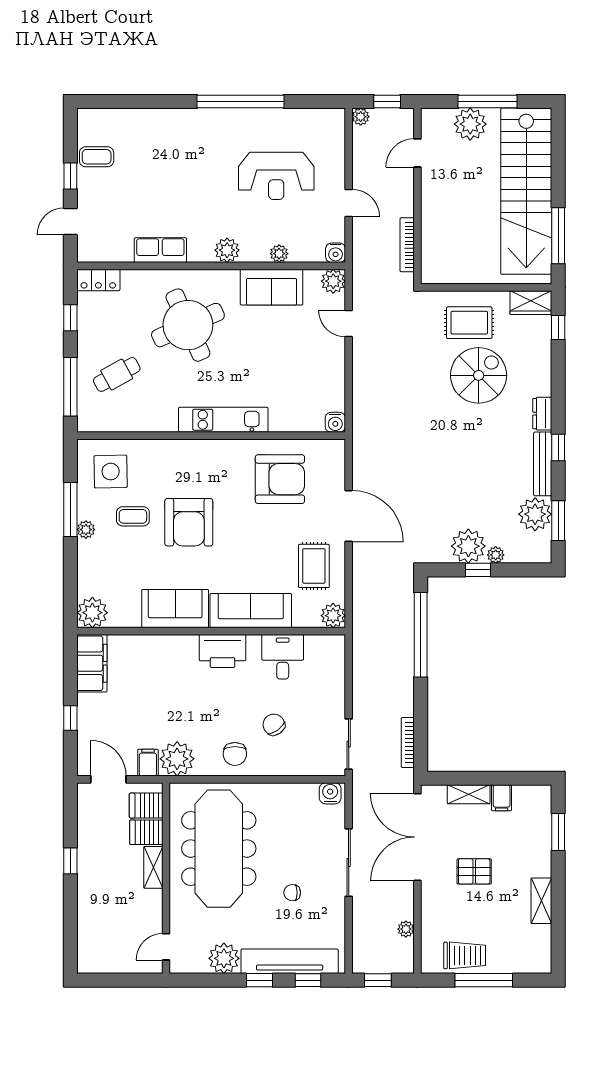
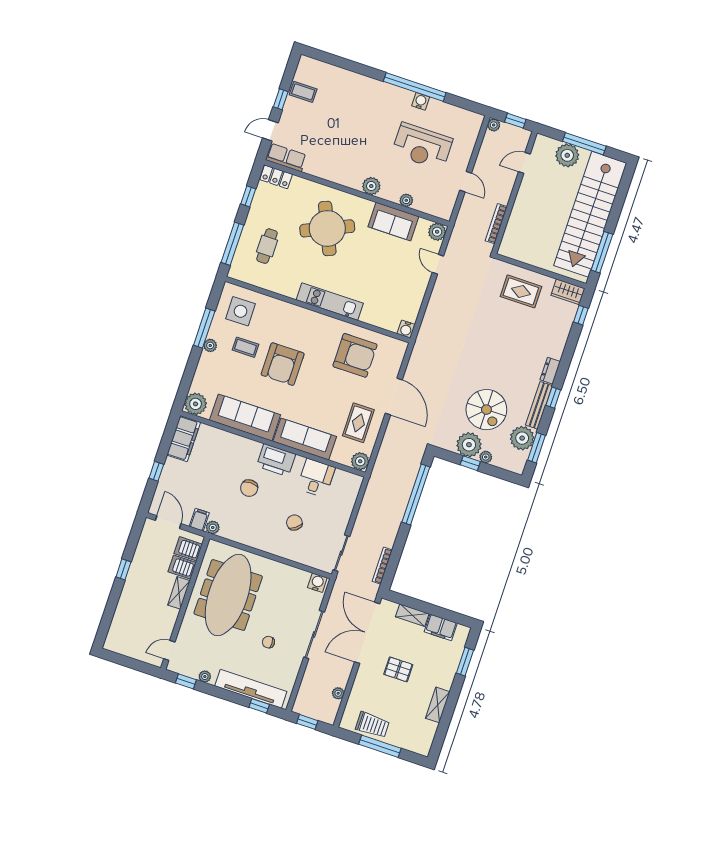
row of seats: (160, 250) -> (286, 157), moved
water cooler: (336, 253) -> (421, 101), moved, turned 180
cafe table: (117, 374) -> (267, 246), turned -61
spiral stairs: (479, 375) -> (486, 410), moved, turned 90
sofa: (175, 609) -> (245, 417), width x1.36
chair: (235, 754) -> (249, 488), moved
plant: (177, 759) -> (213, 527), width x0.53, depth x0.53
filing cabinet: (502, 798) -> (441, 627), width x2.00
plant: (224, 958) -> (205, 677), width x0.53, depth x0.53
window: (259, 980) -> (186, 681), moved

